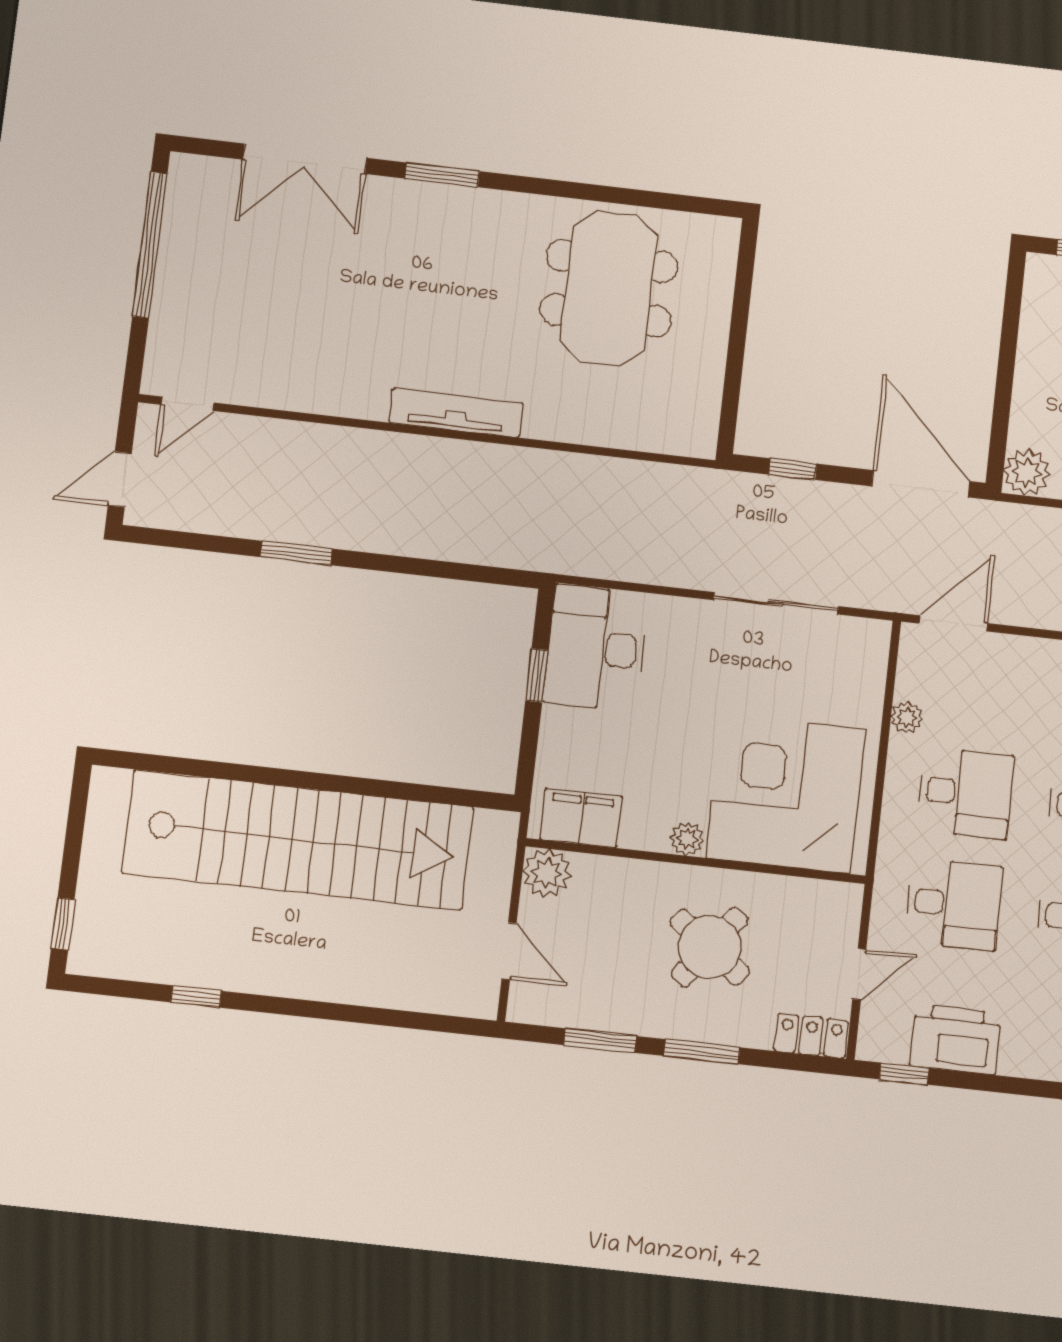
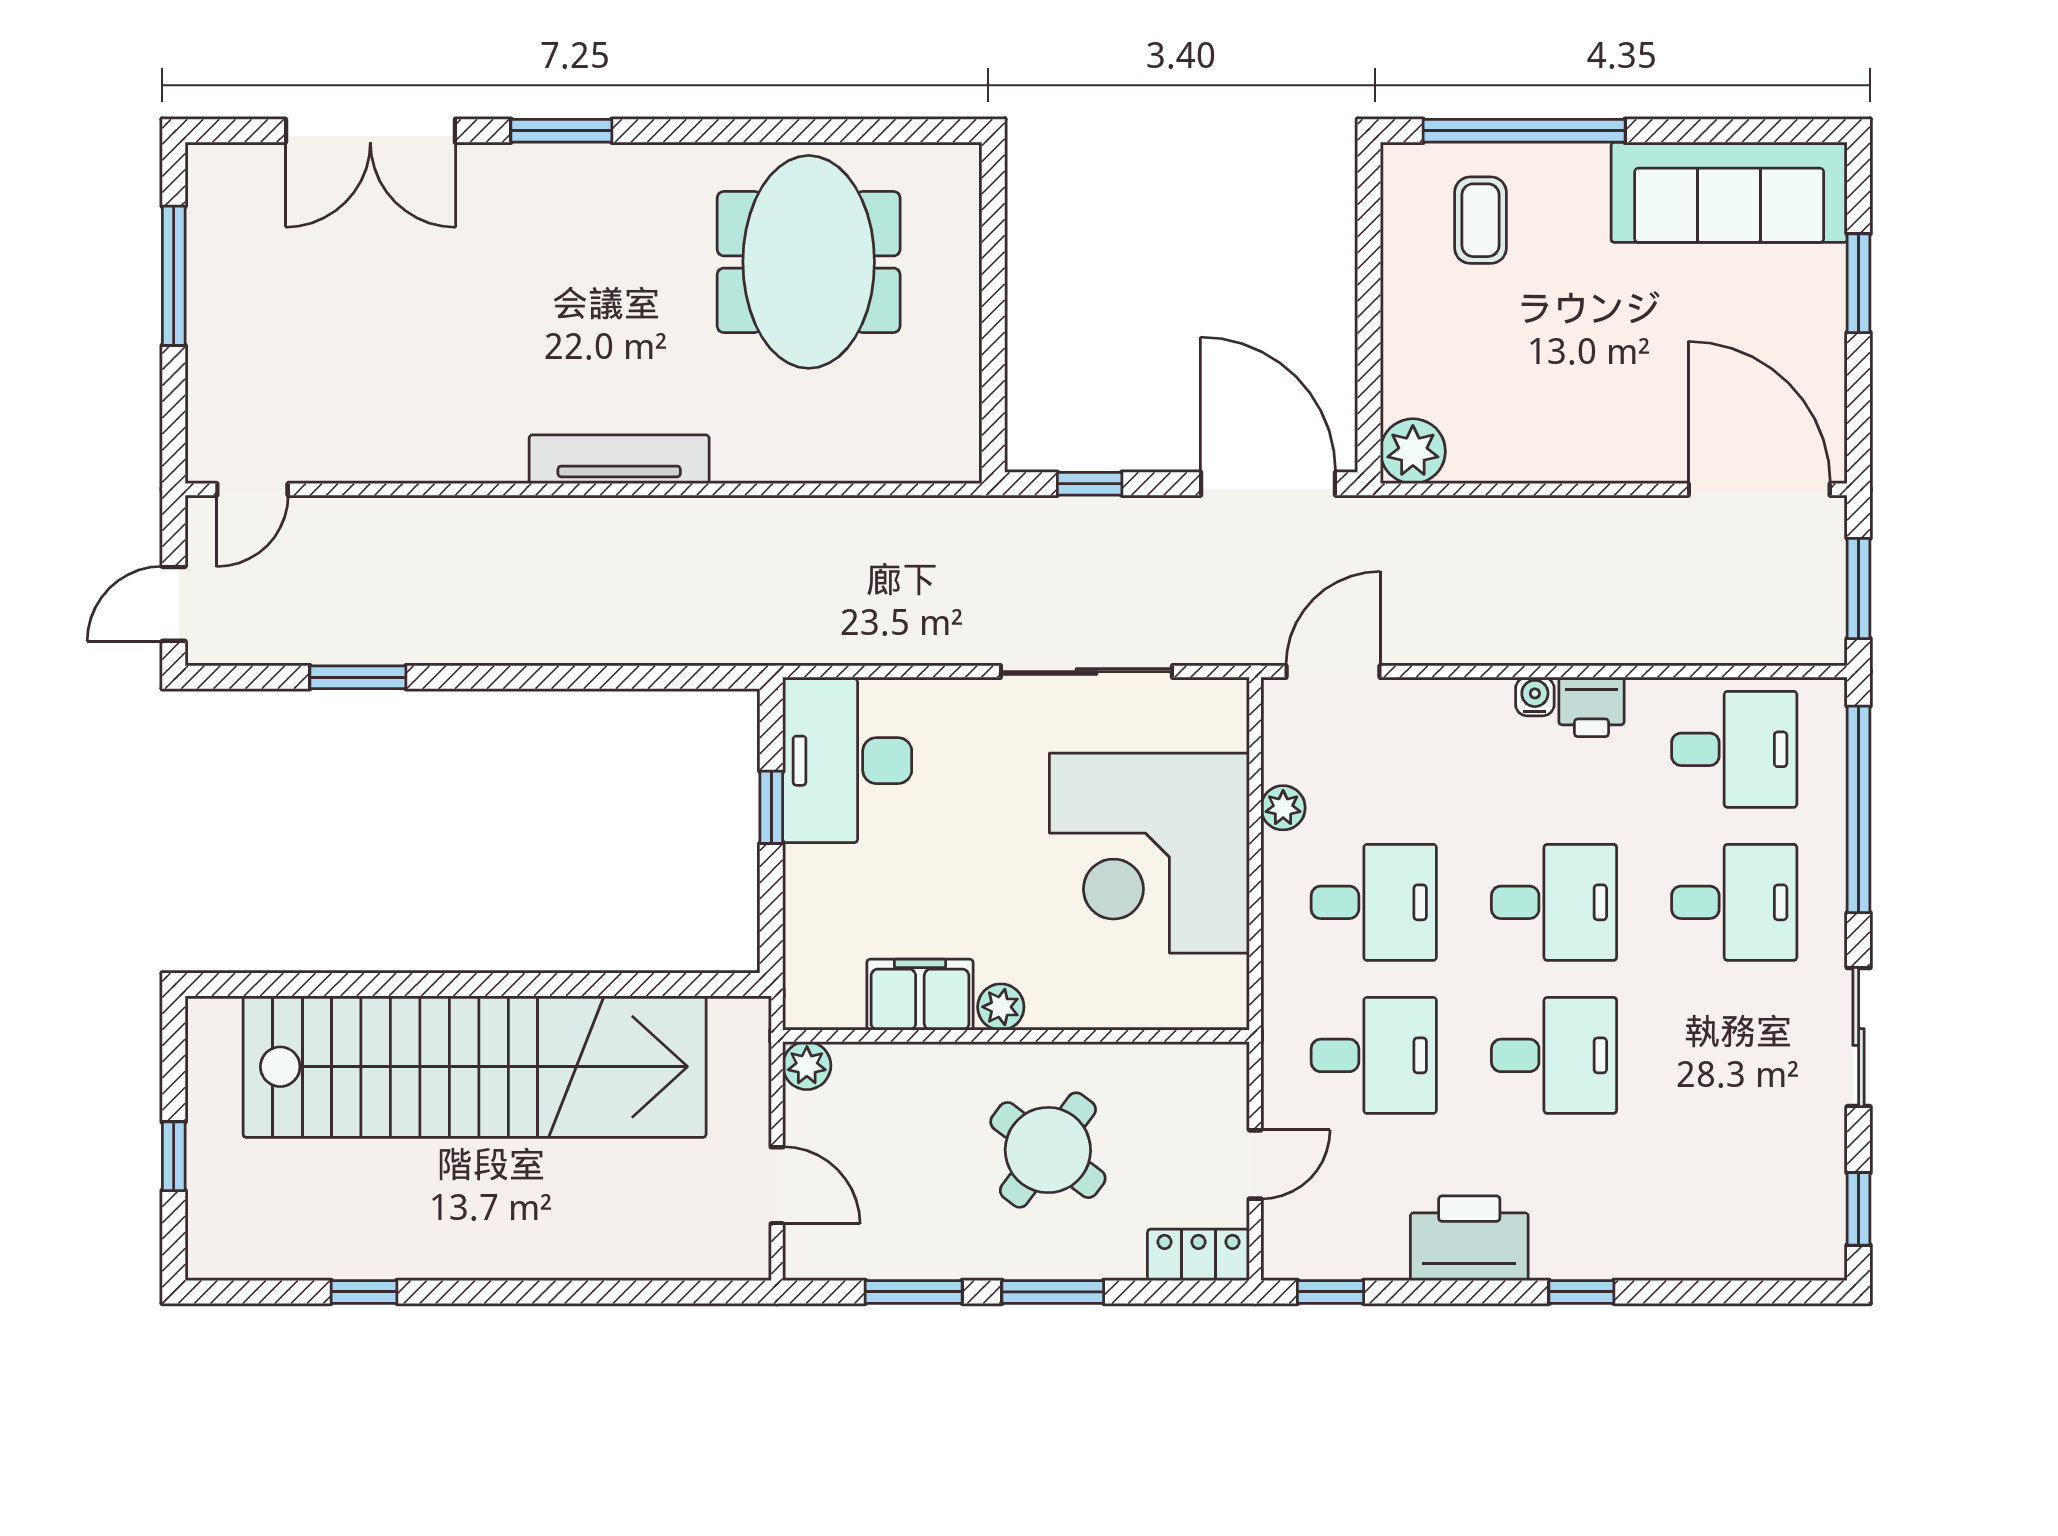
window: (150, 245) -> (174, 276), width x0.68
window: (296, 553) -> (358, 677), moved
corner desk: (786, 793) -> (1149, 853), moved, turned -90
filing cabinet: (581, 818) -> (920, 995), moved
plant: (547, 873) -> (807, 1066), width x0.73, depth x0.73
window: (63, 924) -> (174, 1156), moved
printer: (956, 1039) -> (1469, 1238), moved

